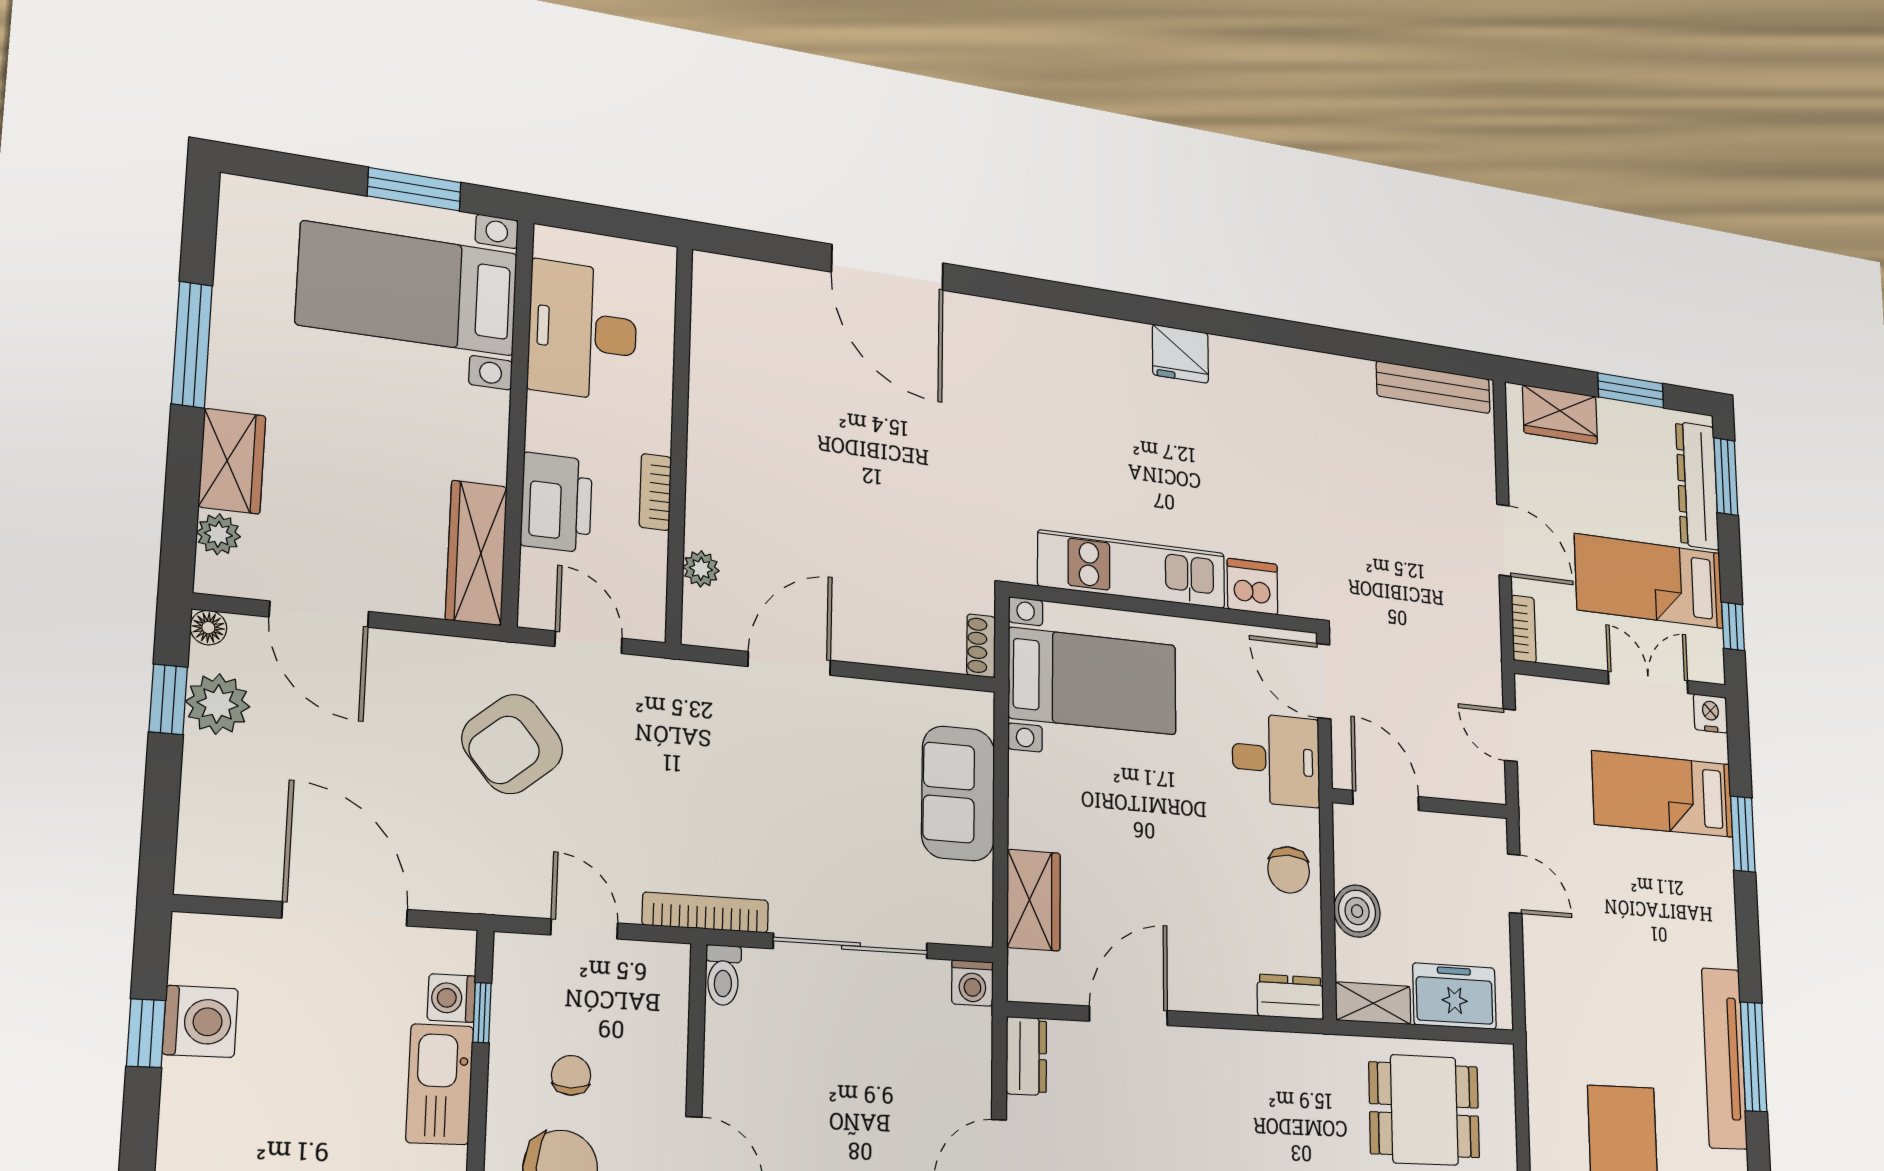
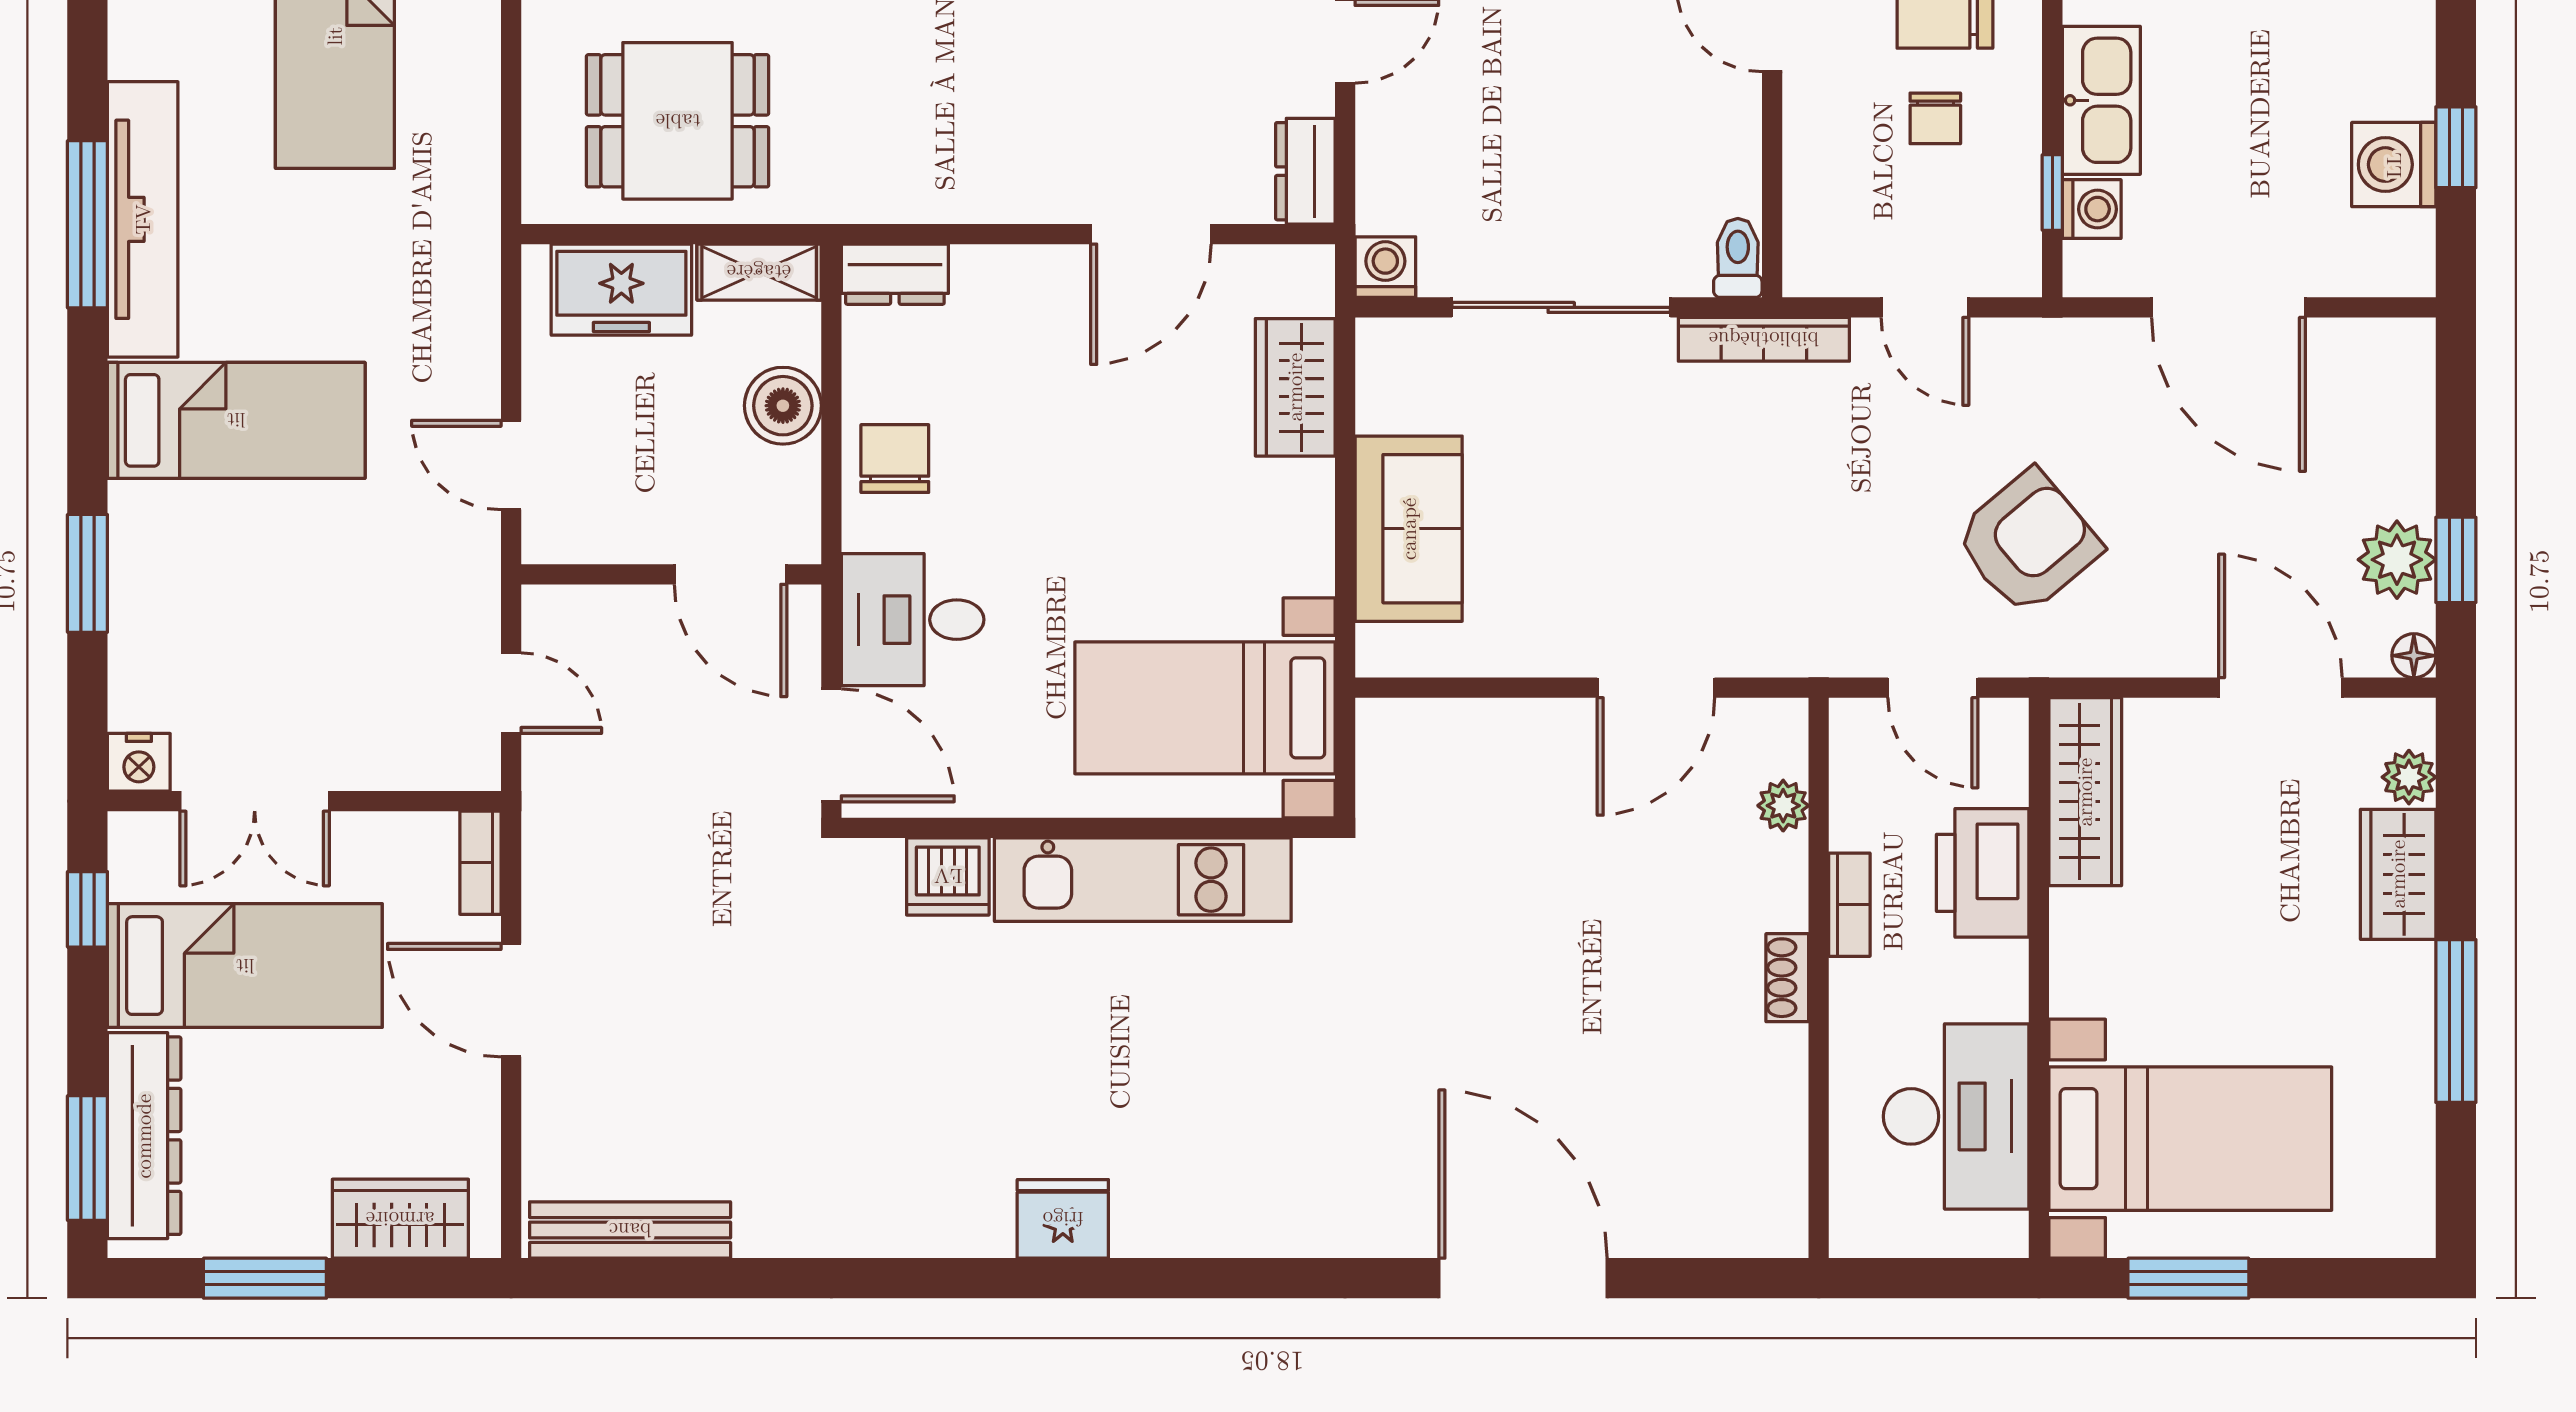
shoe rack: (981, 646) -> (1787, 978), moved, turned 180
bed: (1663, 794) -> (236, 420), moved

